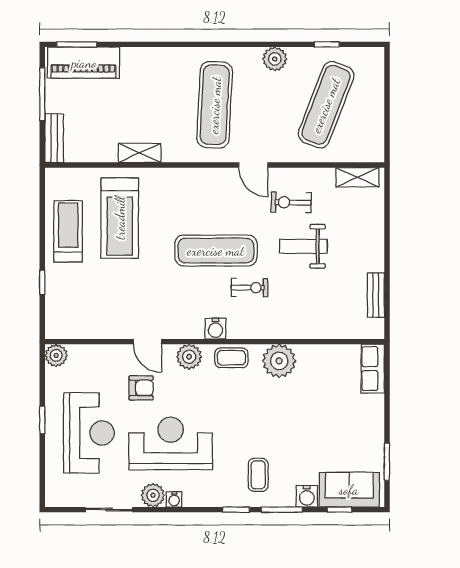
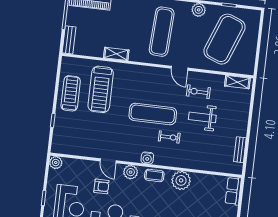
exercise mat: (326, 105) -> (224, 39), width x1.47

